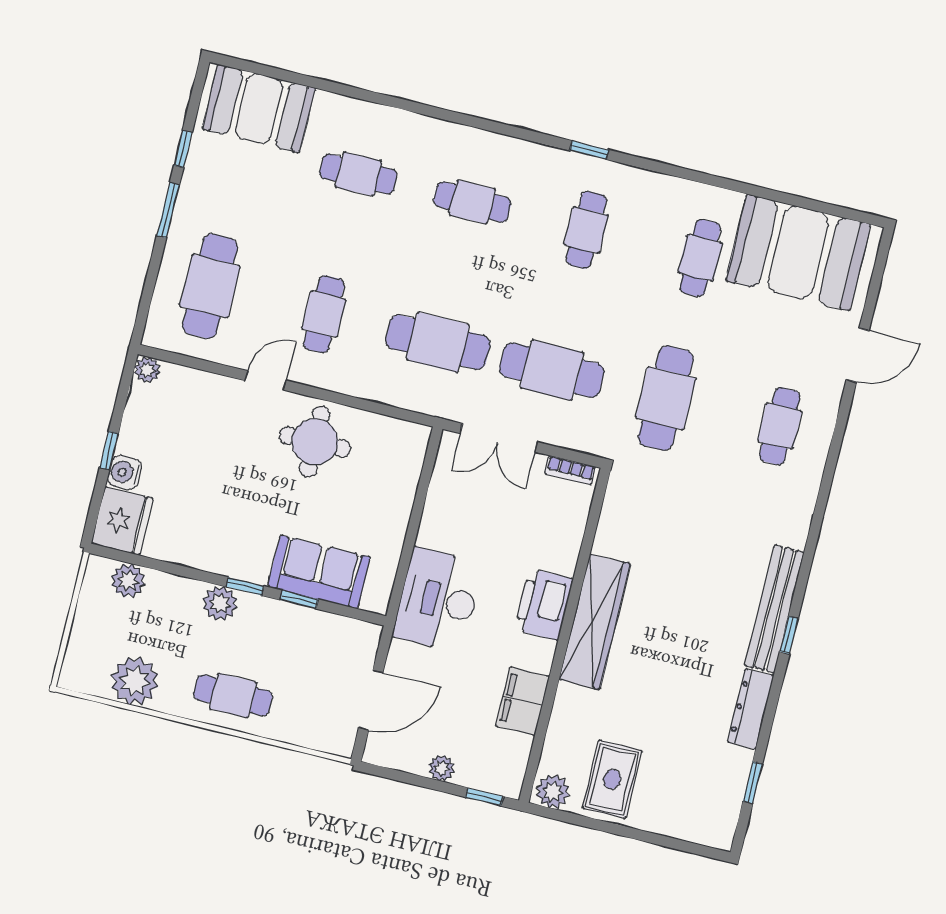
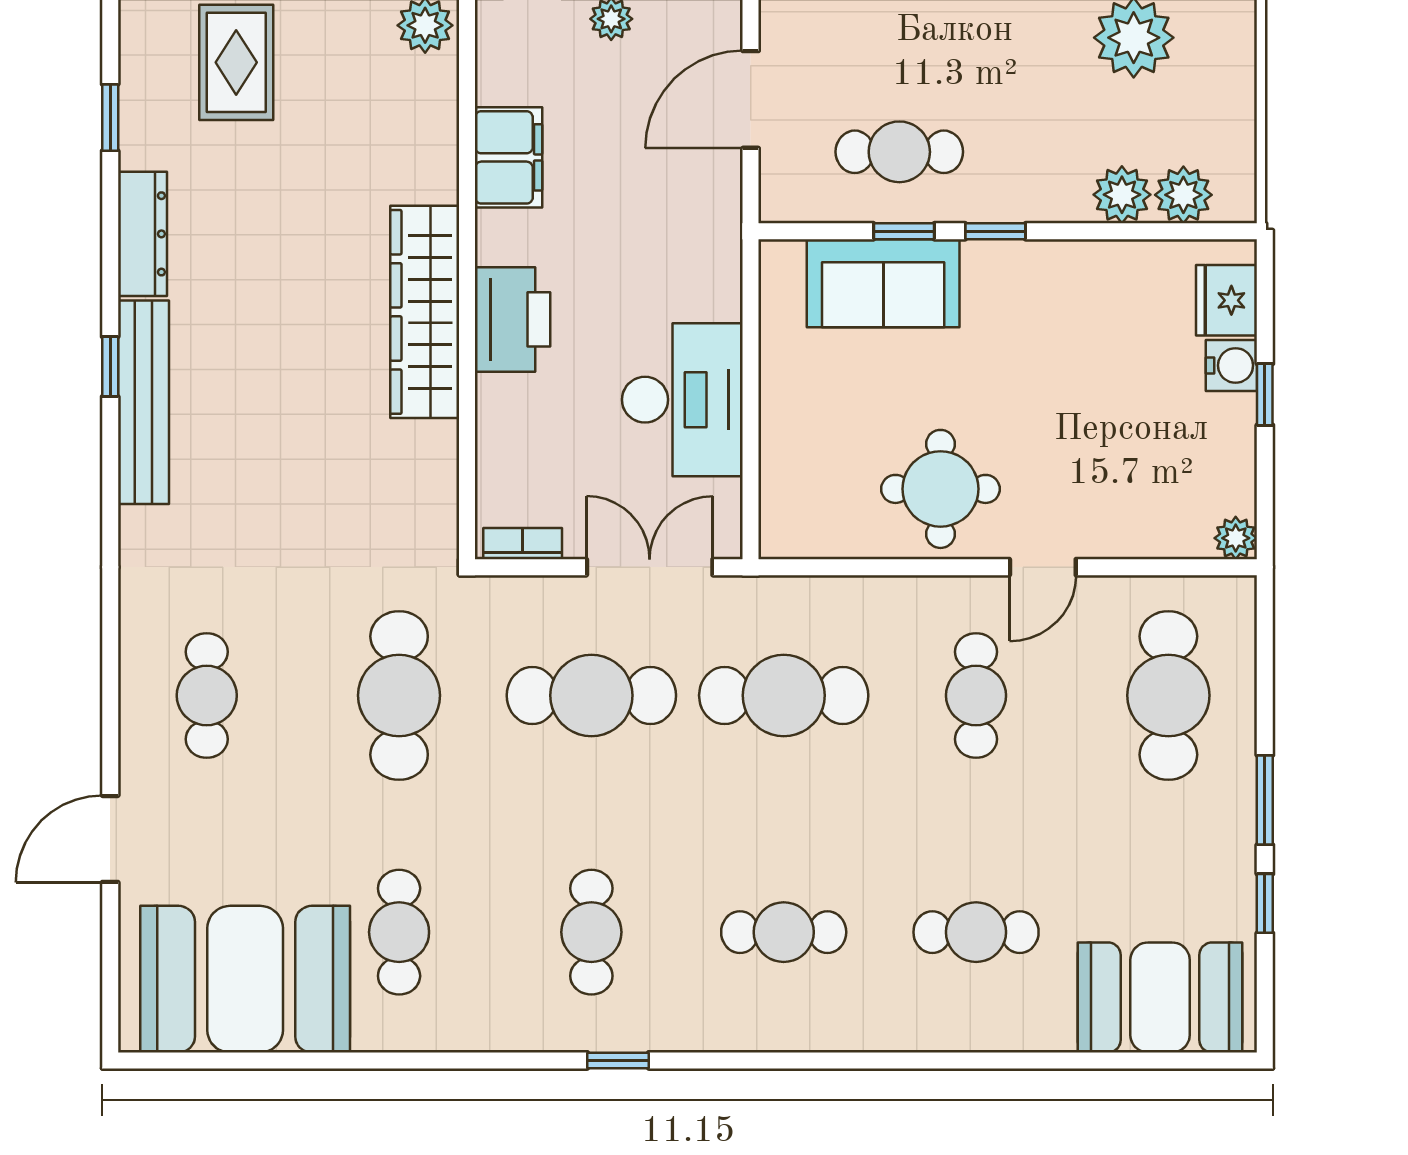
fridge: (122, 521) -> (1227, 300), width x0.73, depth x0.75
desk: (438, 600) -> (682, 400), moved
plant: (220, 603) -> (1122, 195), moved
cafe table: (233, 695) -> (899, 152), moved
rug: (612, 779) -> (236, 62), moved

